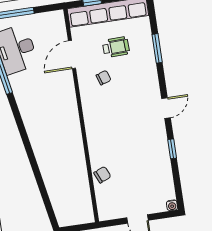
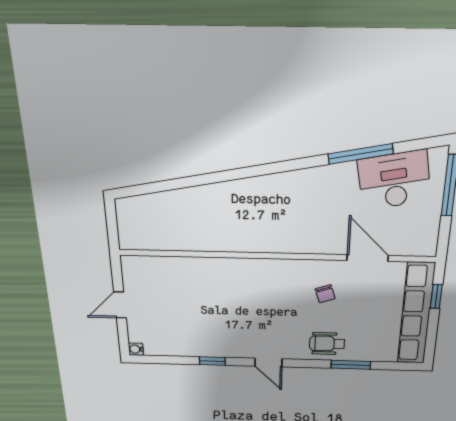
wheelchair: (116, 47) -> (327, 344), moved, turned 92
chair: (102, 175) -> (187, 270), removed

